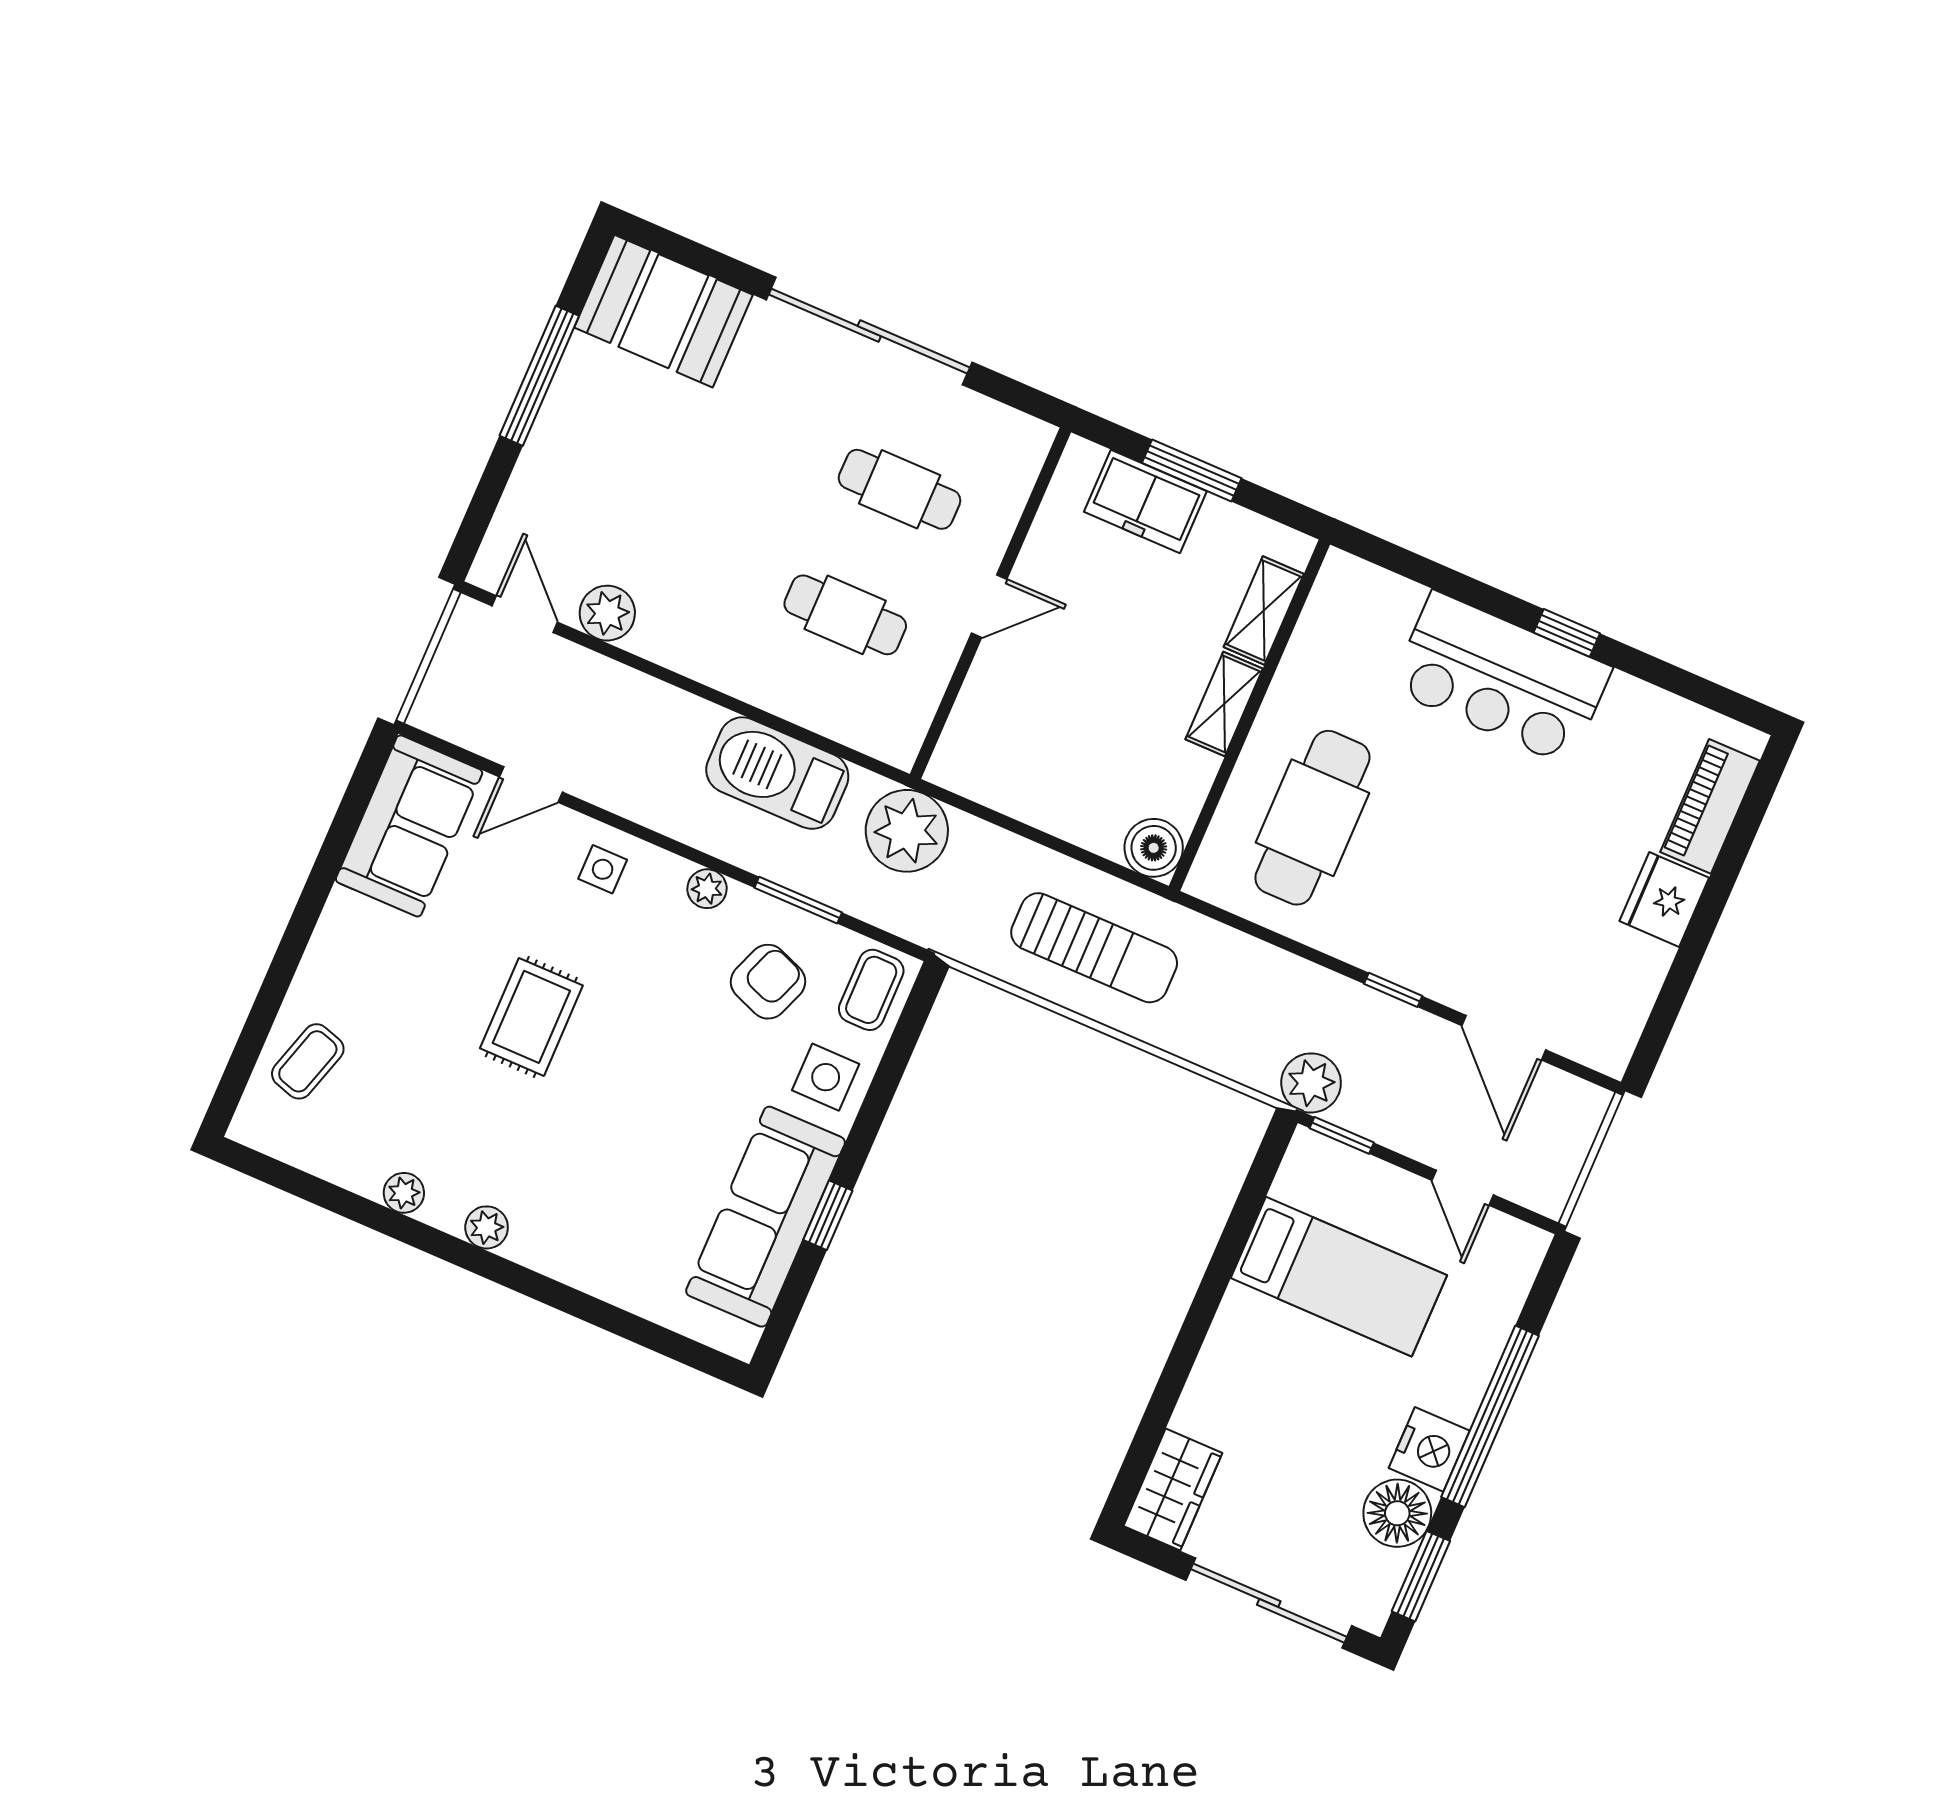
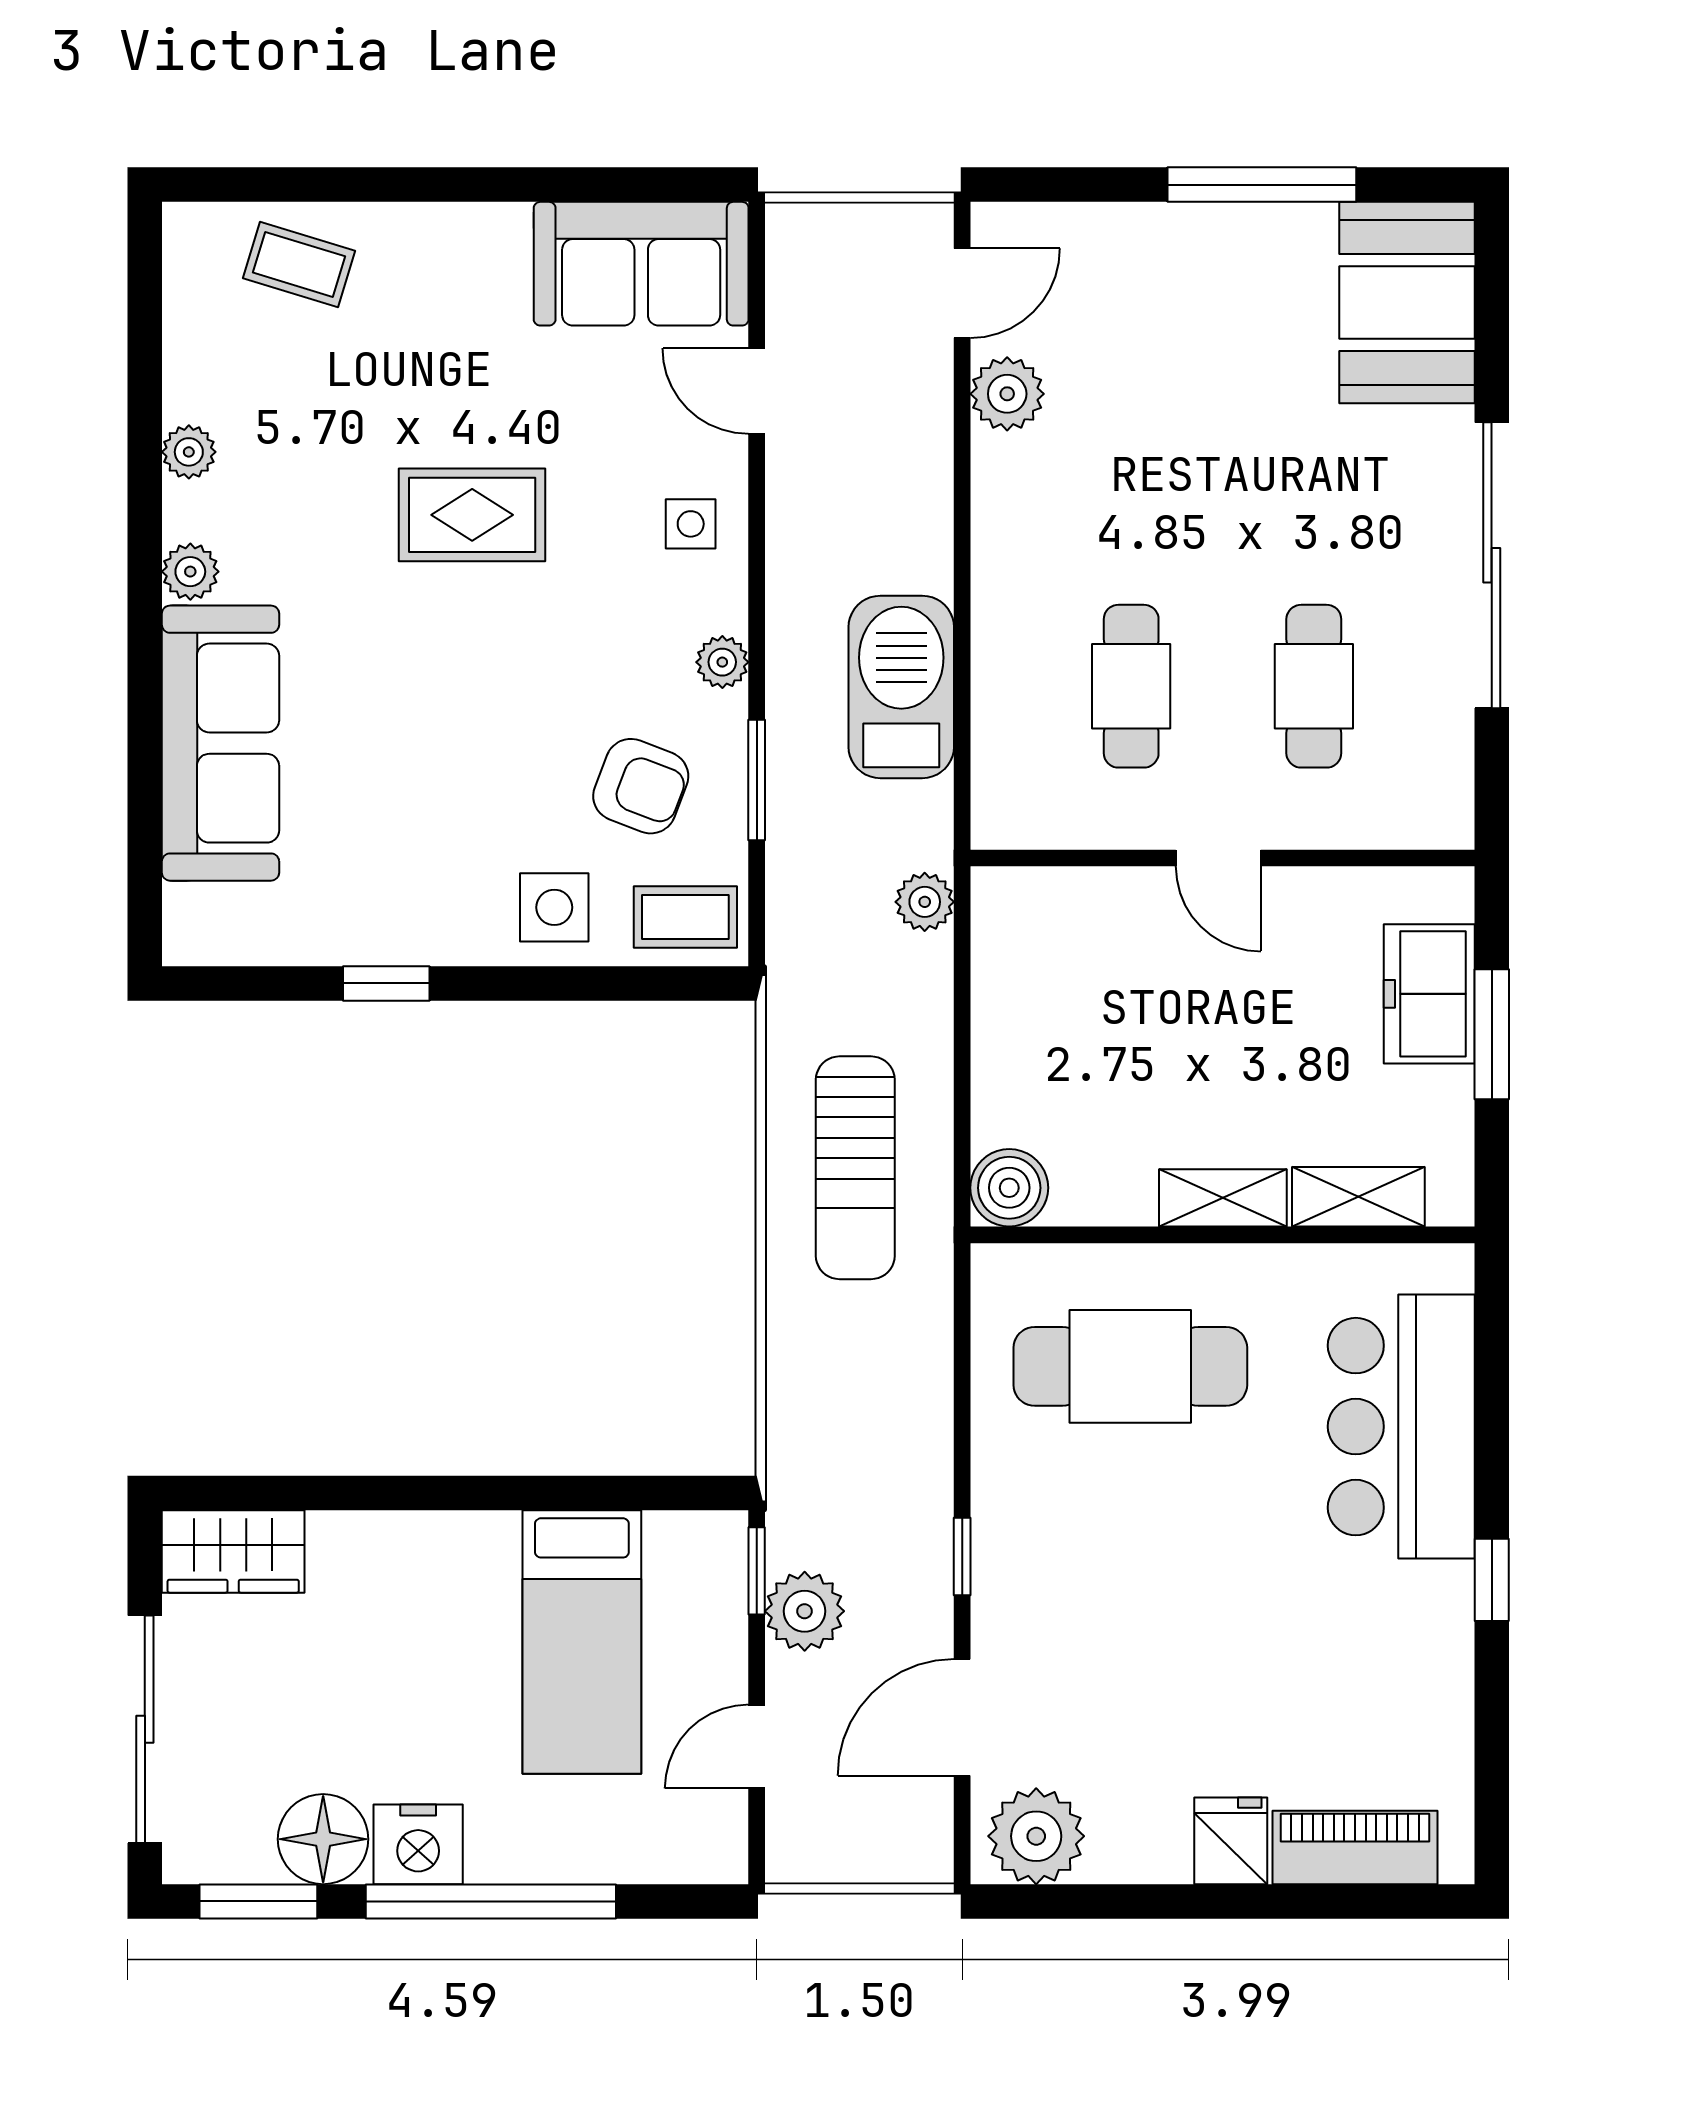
bar counter: (1501, 678) -> (1401, 1427), moved
plant: (907, 831) -> (925, 902), width x0.53, depth x0.53
fridge: (1664, 899) -> (1231, 1841), width x0.72
plant: (1607, 1022) -> (1036, 1836), added
plant: (1311, 1083) -> (805, 1611), moved
sofa: (766, 1217) -> (220, 743), moved, turned 90

